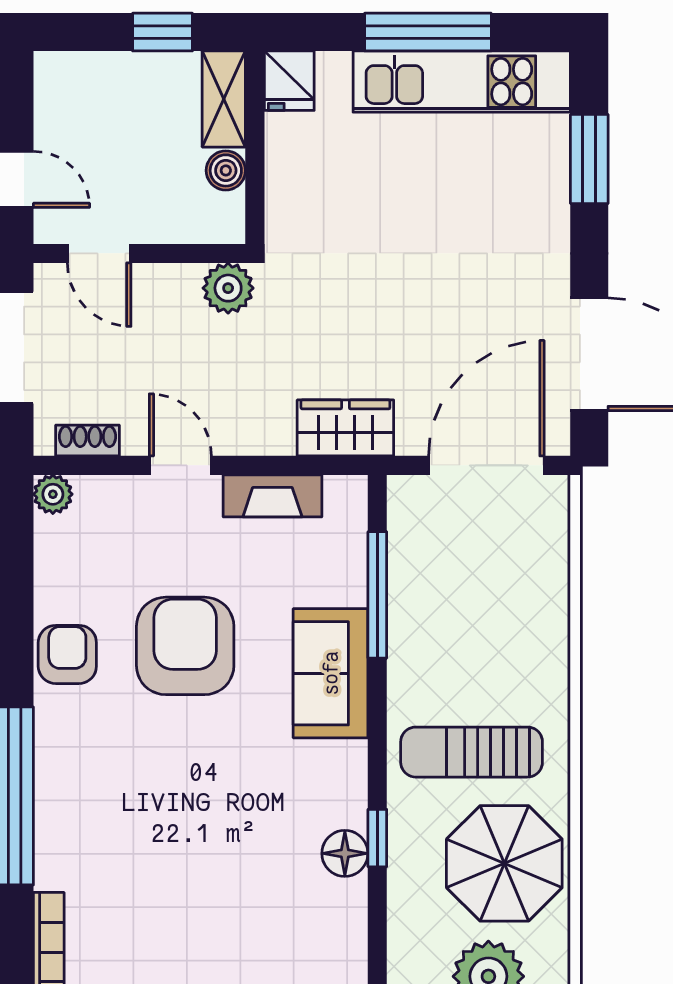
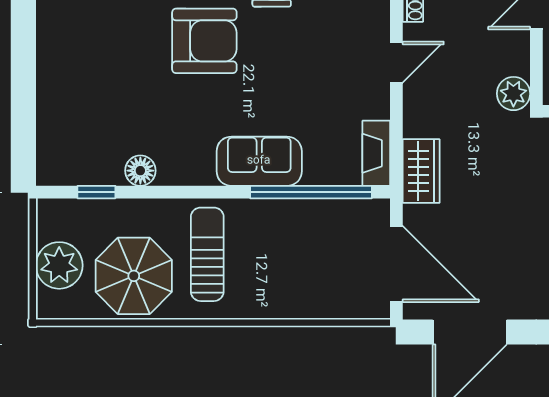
fireplace: (272, 496) -> (376, 153), moved
window: (377, 595) -> (311, 192), width x1.46
armchair: (185, 646) -> (204, 41), moved
window: (377, 838) -> (96, 192), moved

